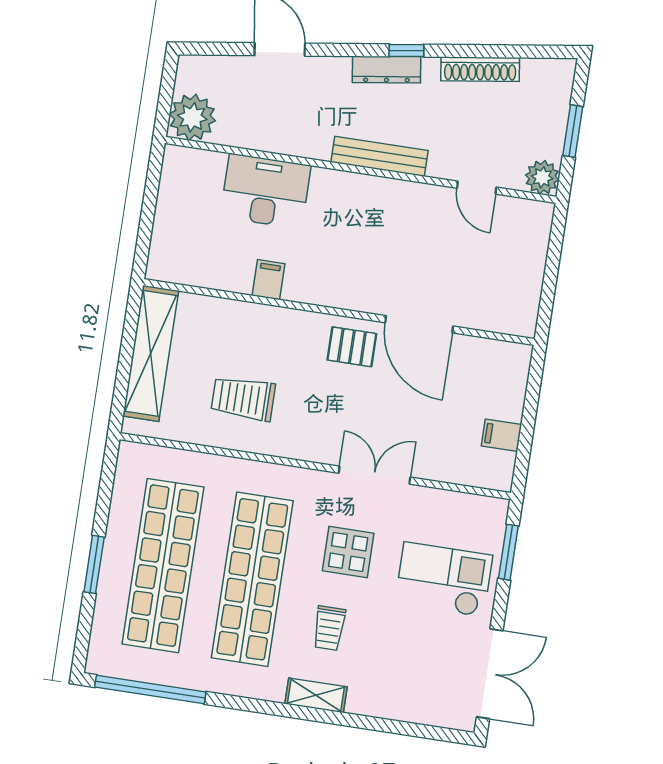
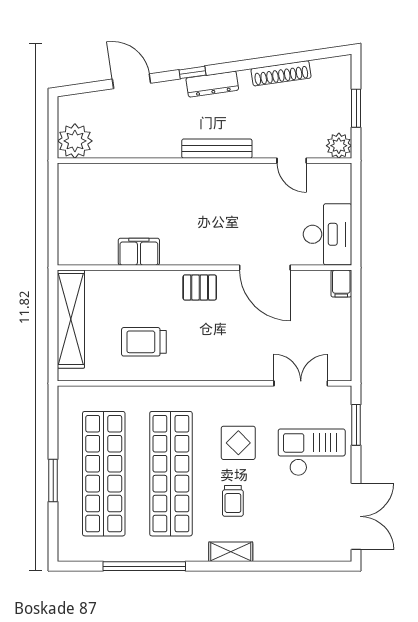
window: (406, 51) -> (192, 72), moved
desk: (266, 191) -> (327, 234), moved, turned 90
filing cabinet: (268, 280) -> (139, 252), width x2.00
pallet: (352, 347) -> (200, 287), moved
filing cabinet: (502, 435) -> (341, 283), moved, turned -90
double door: (374, 475) -> (301, 383), moved
window: (150, 689) -> (144, 566), moved

